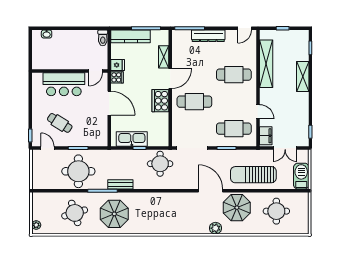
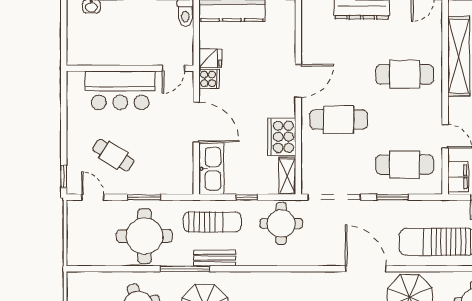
shelving: (164, 57) -> (287, 176), moved
cooker: (160, 101) -> (282, 137), moved
kitchen sink: (132, 139) -> (211, 169), moved, turned 90
sun lounger: (119, 163) -> (212, 222), added

